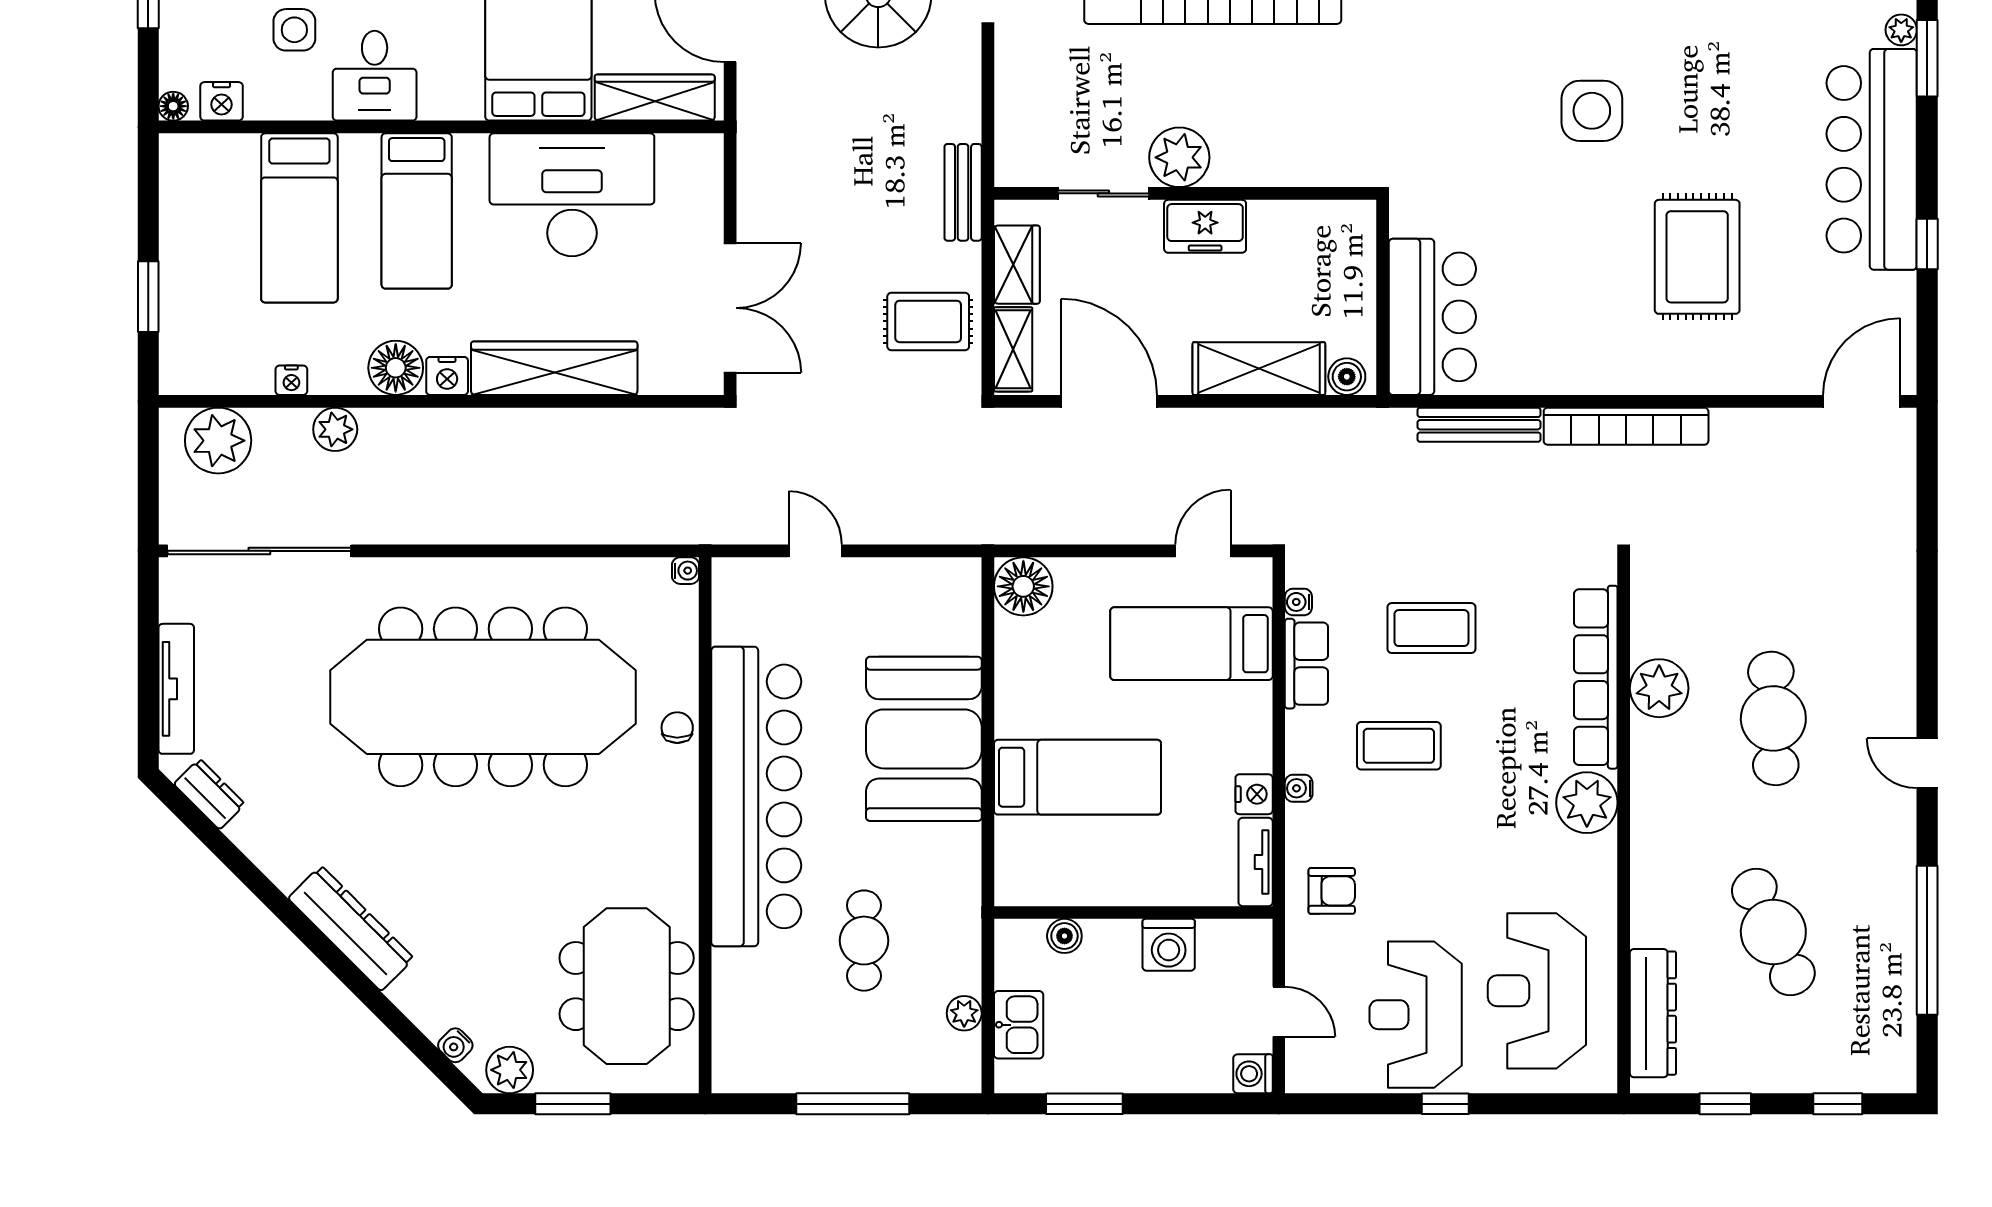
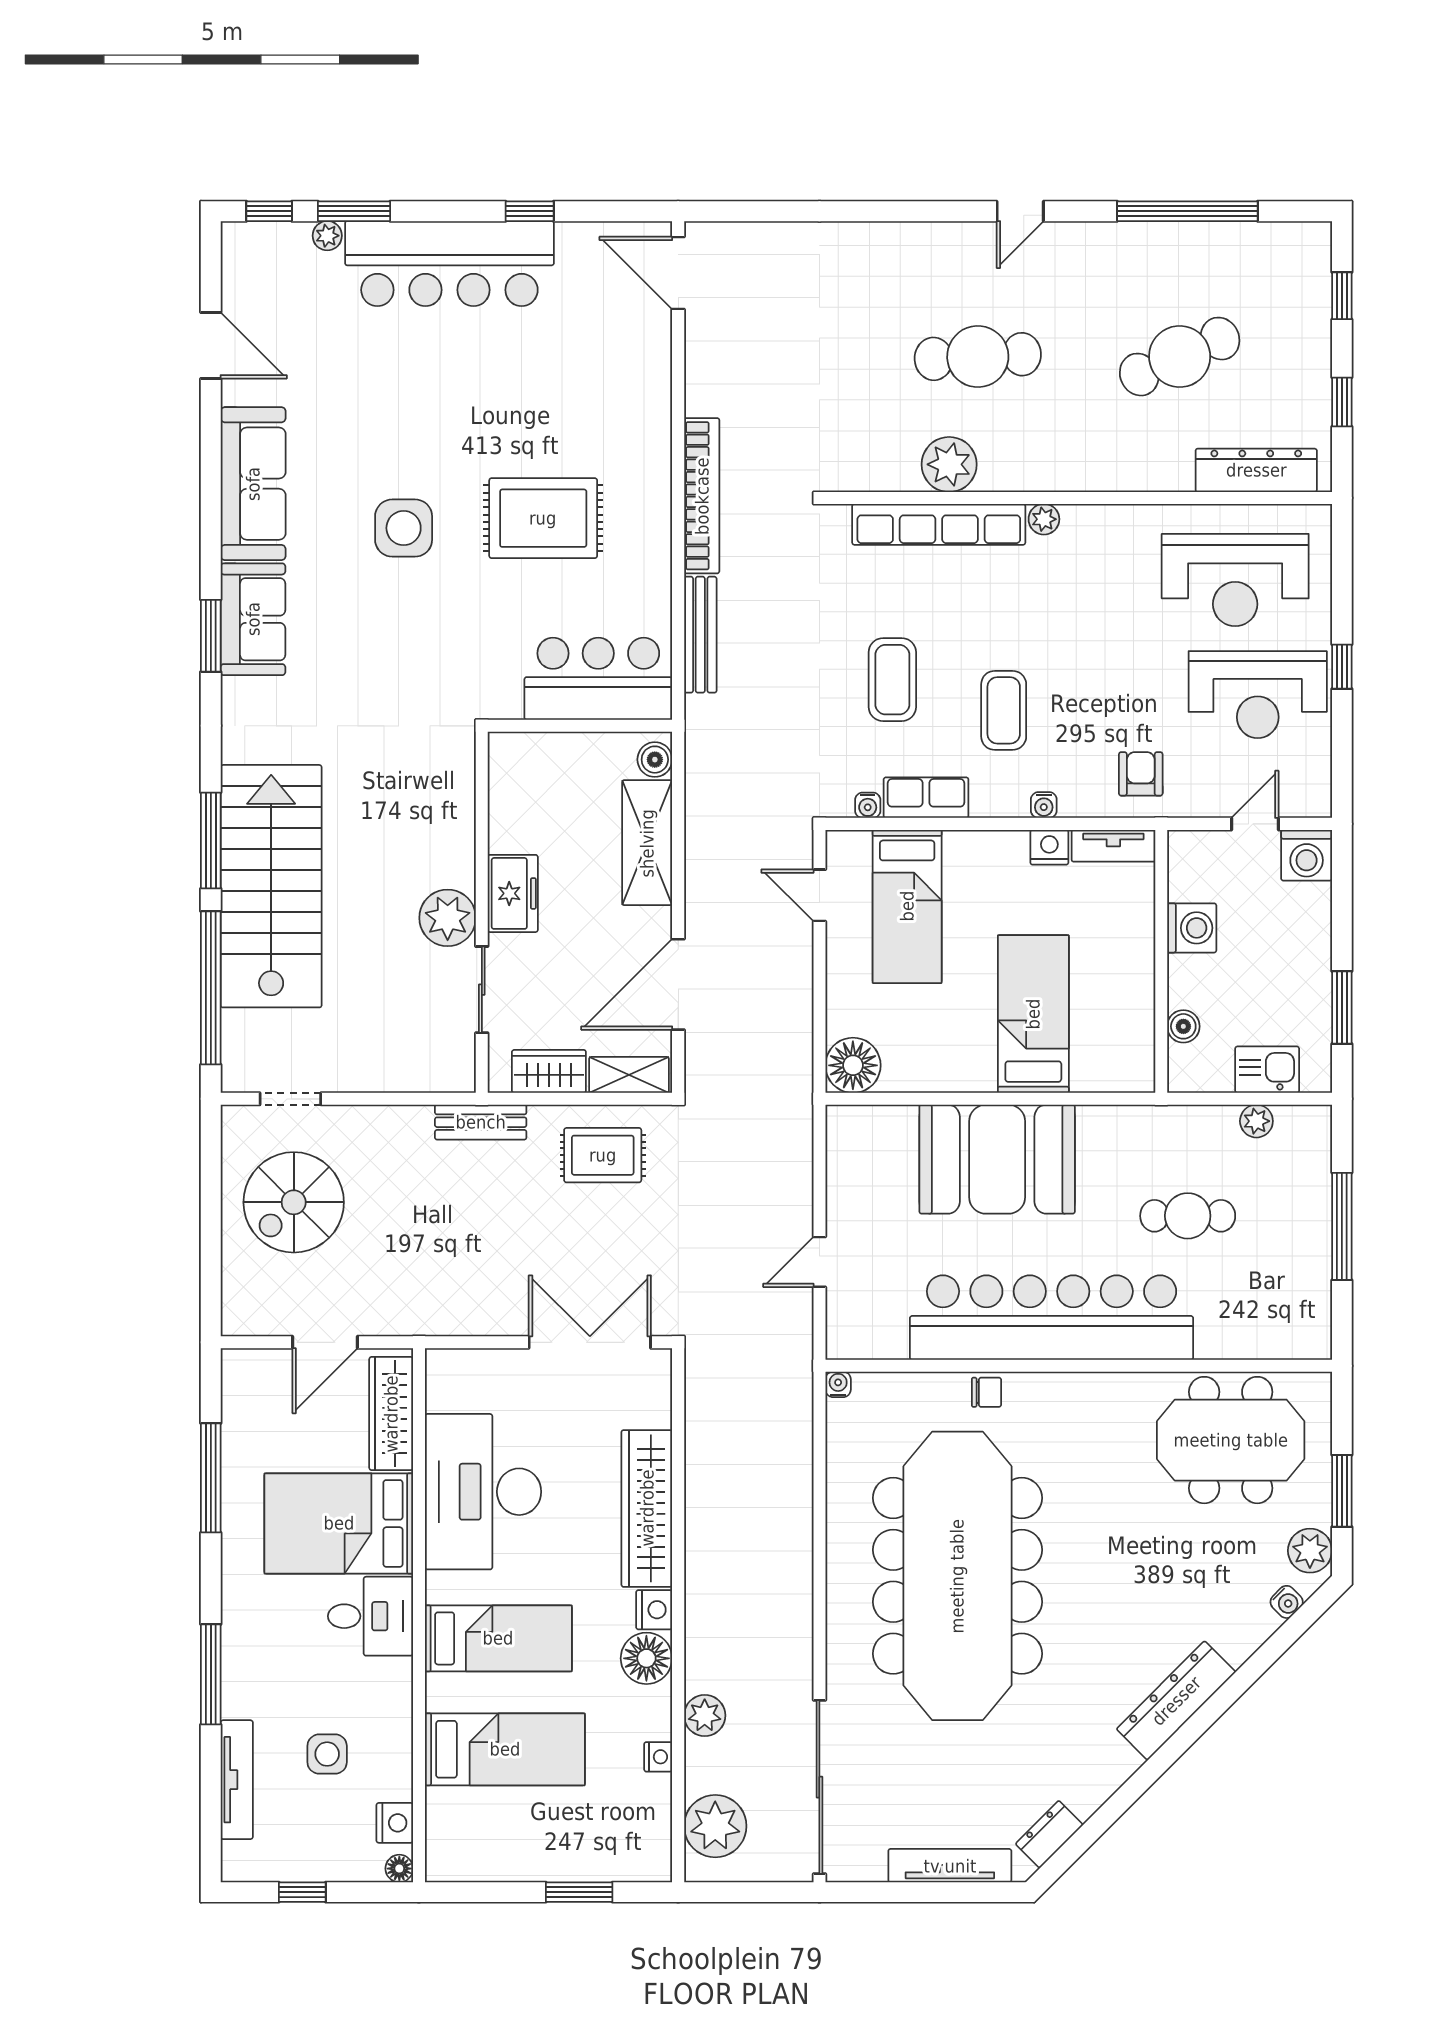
desk: (375, 76) -> (370, 1616), moved
rug: (1697, 257) -> (543, 518), moved
rug: (928, 321) -> (603, 1155), turned 90
chair: (677, 728) -> (986, 1392), turned 180
plant: (1587, 803) -> (1044, 519), width x0.53, depth x0.53
washing machine: (1253, 1074) -> (1307, 855), width x1.38, depth x1.38

